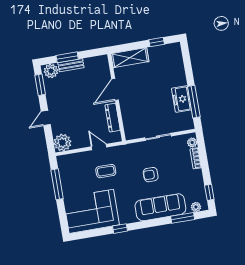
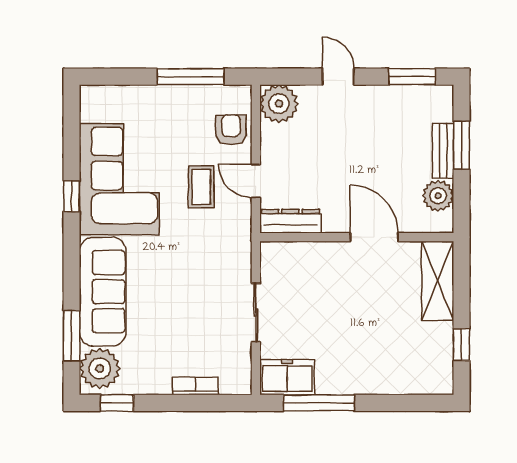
plant: (51, 71) -> (438, 196), moved
freezer: (181, 99) -> (287, 377), moved
dresser: (113, 118) -> (290, 221), moved
plant: (192, 143) -> (231, 384), removed
door: (99, 147) -> (256, 181), swing flipped
armchair: (151, 175) -> (231, 130), moved
plant: (196, 207) -> (100, 368), width x1.87, depth x1.87
corner sofa: (91, 211) -> (119, 179), moved

